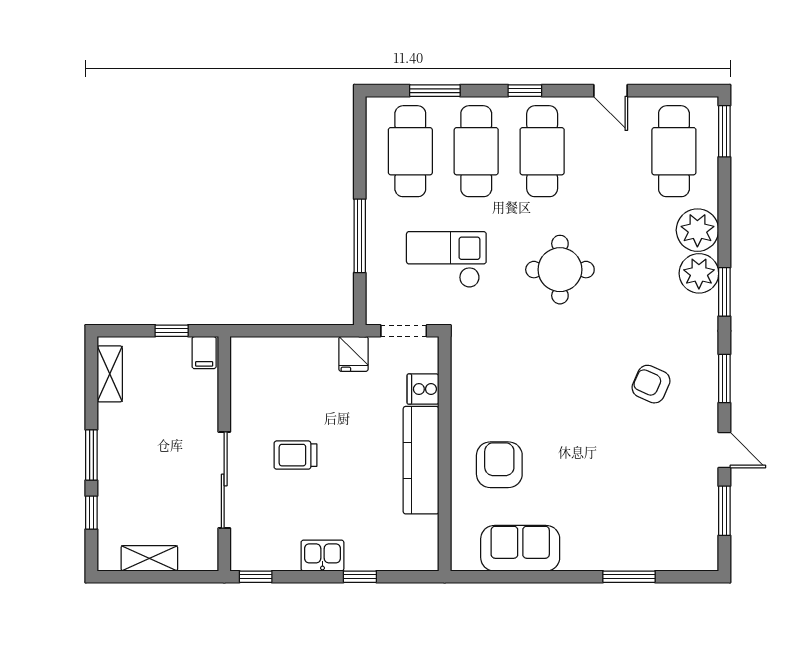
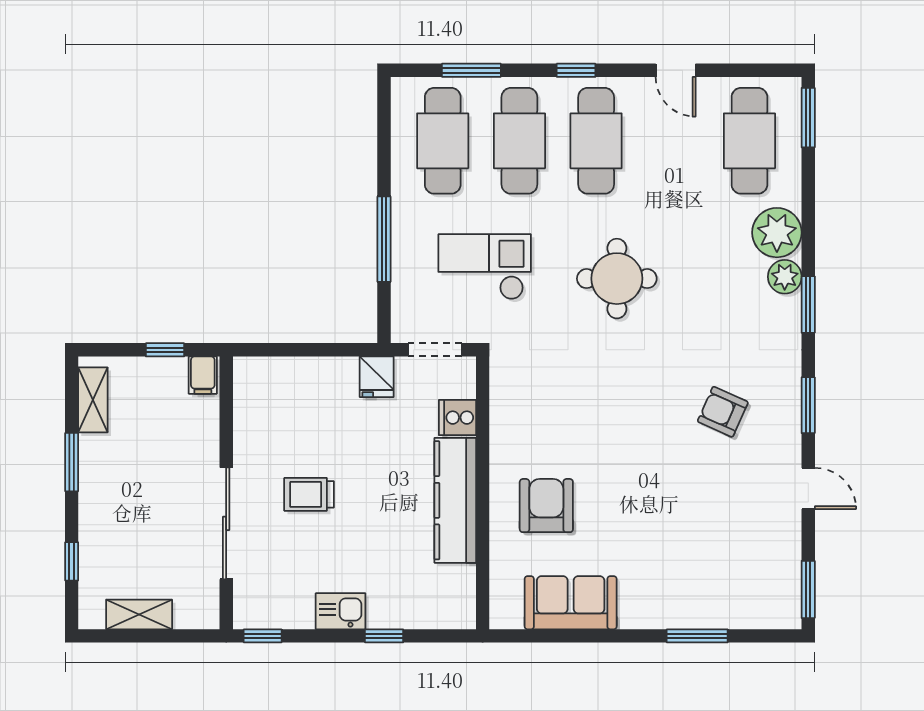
plant: (699, 273) -> (785, 277), width x0.73, depth x0.73
window: (91, 455) -> (72, 462), moved
window: (724, 511) -> (808, 589), moved

